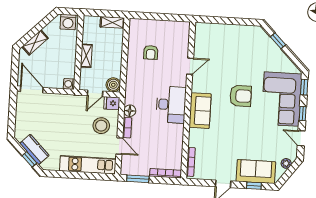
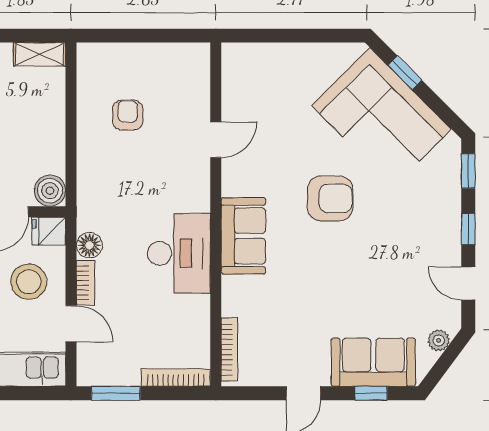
armchair: (151, 52) -> (128, 115), turned 180
corner sofa: (282, 99) -> (382, 117), moved, turned -45
desk: (171, 105) -> (179, 253), moved

